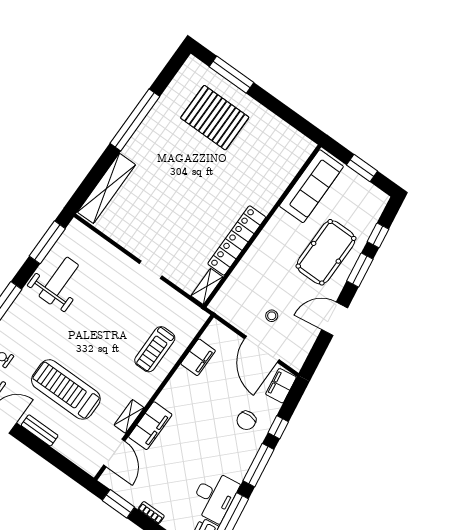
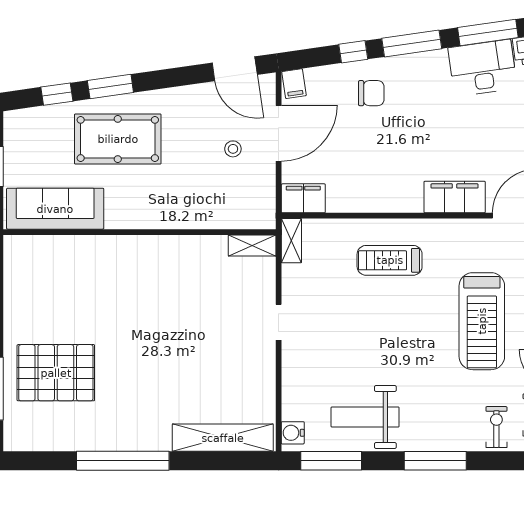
pallet: (215, 118) -> (56, 373), turned 90
water cooler: (80, 232) -> (293, 433), added
locker: (237, 240) -> (176, 249), removed
door: (335, 319) -> (235, 69), moved
treadmill: (155, 349) -> (390, 260), moved, turned 180
filing cabinet: (198, 357) -> (303, 198), moved
filing cabinet: (281, 386) -> (294, 84), width x0.50
shelving: (129, 416) -> (291, 241), moved, turned 90

